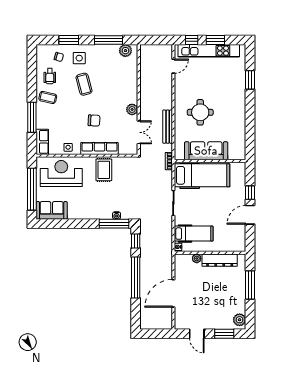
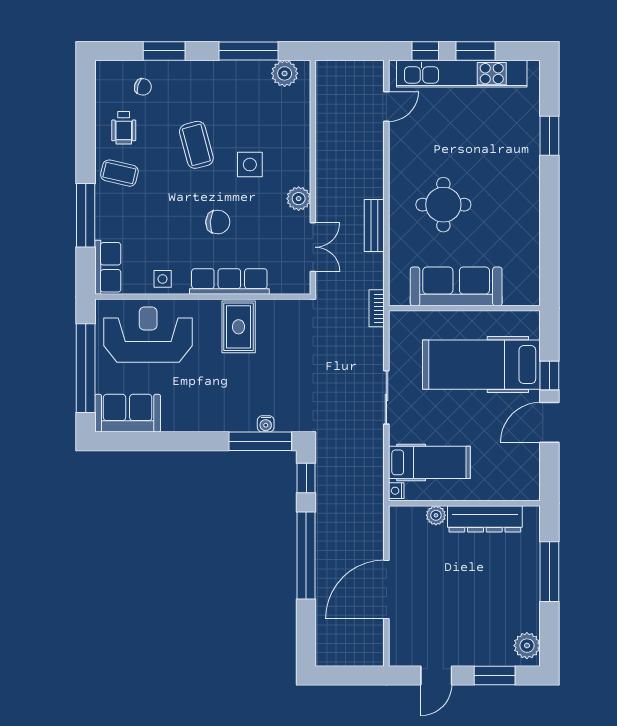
side table: (79, 58) -> (250, 165), moved
bench: (168, 127) -> (374, 226), width x0.73
hospital bed: (202, 175) -> (481, 365), moved, turned 180
door: (197, 334) -> (436, 675), hinge flipped

